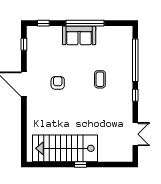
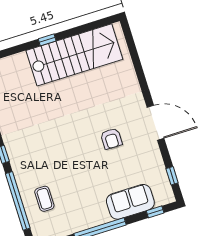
sofa: (79, 35) -> (130, 202), moved
coffee table: (100, 79) -> (44, 199), moved

